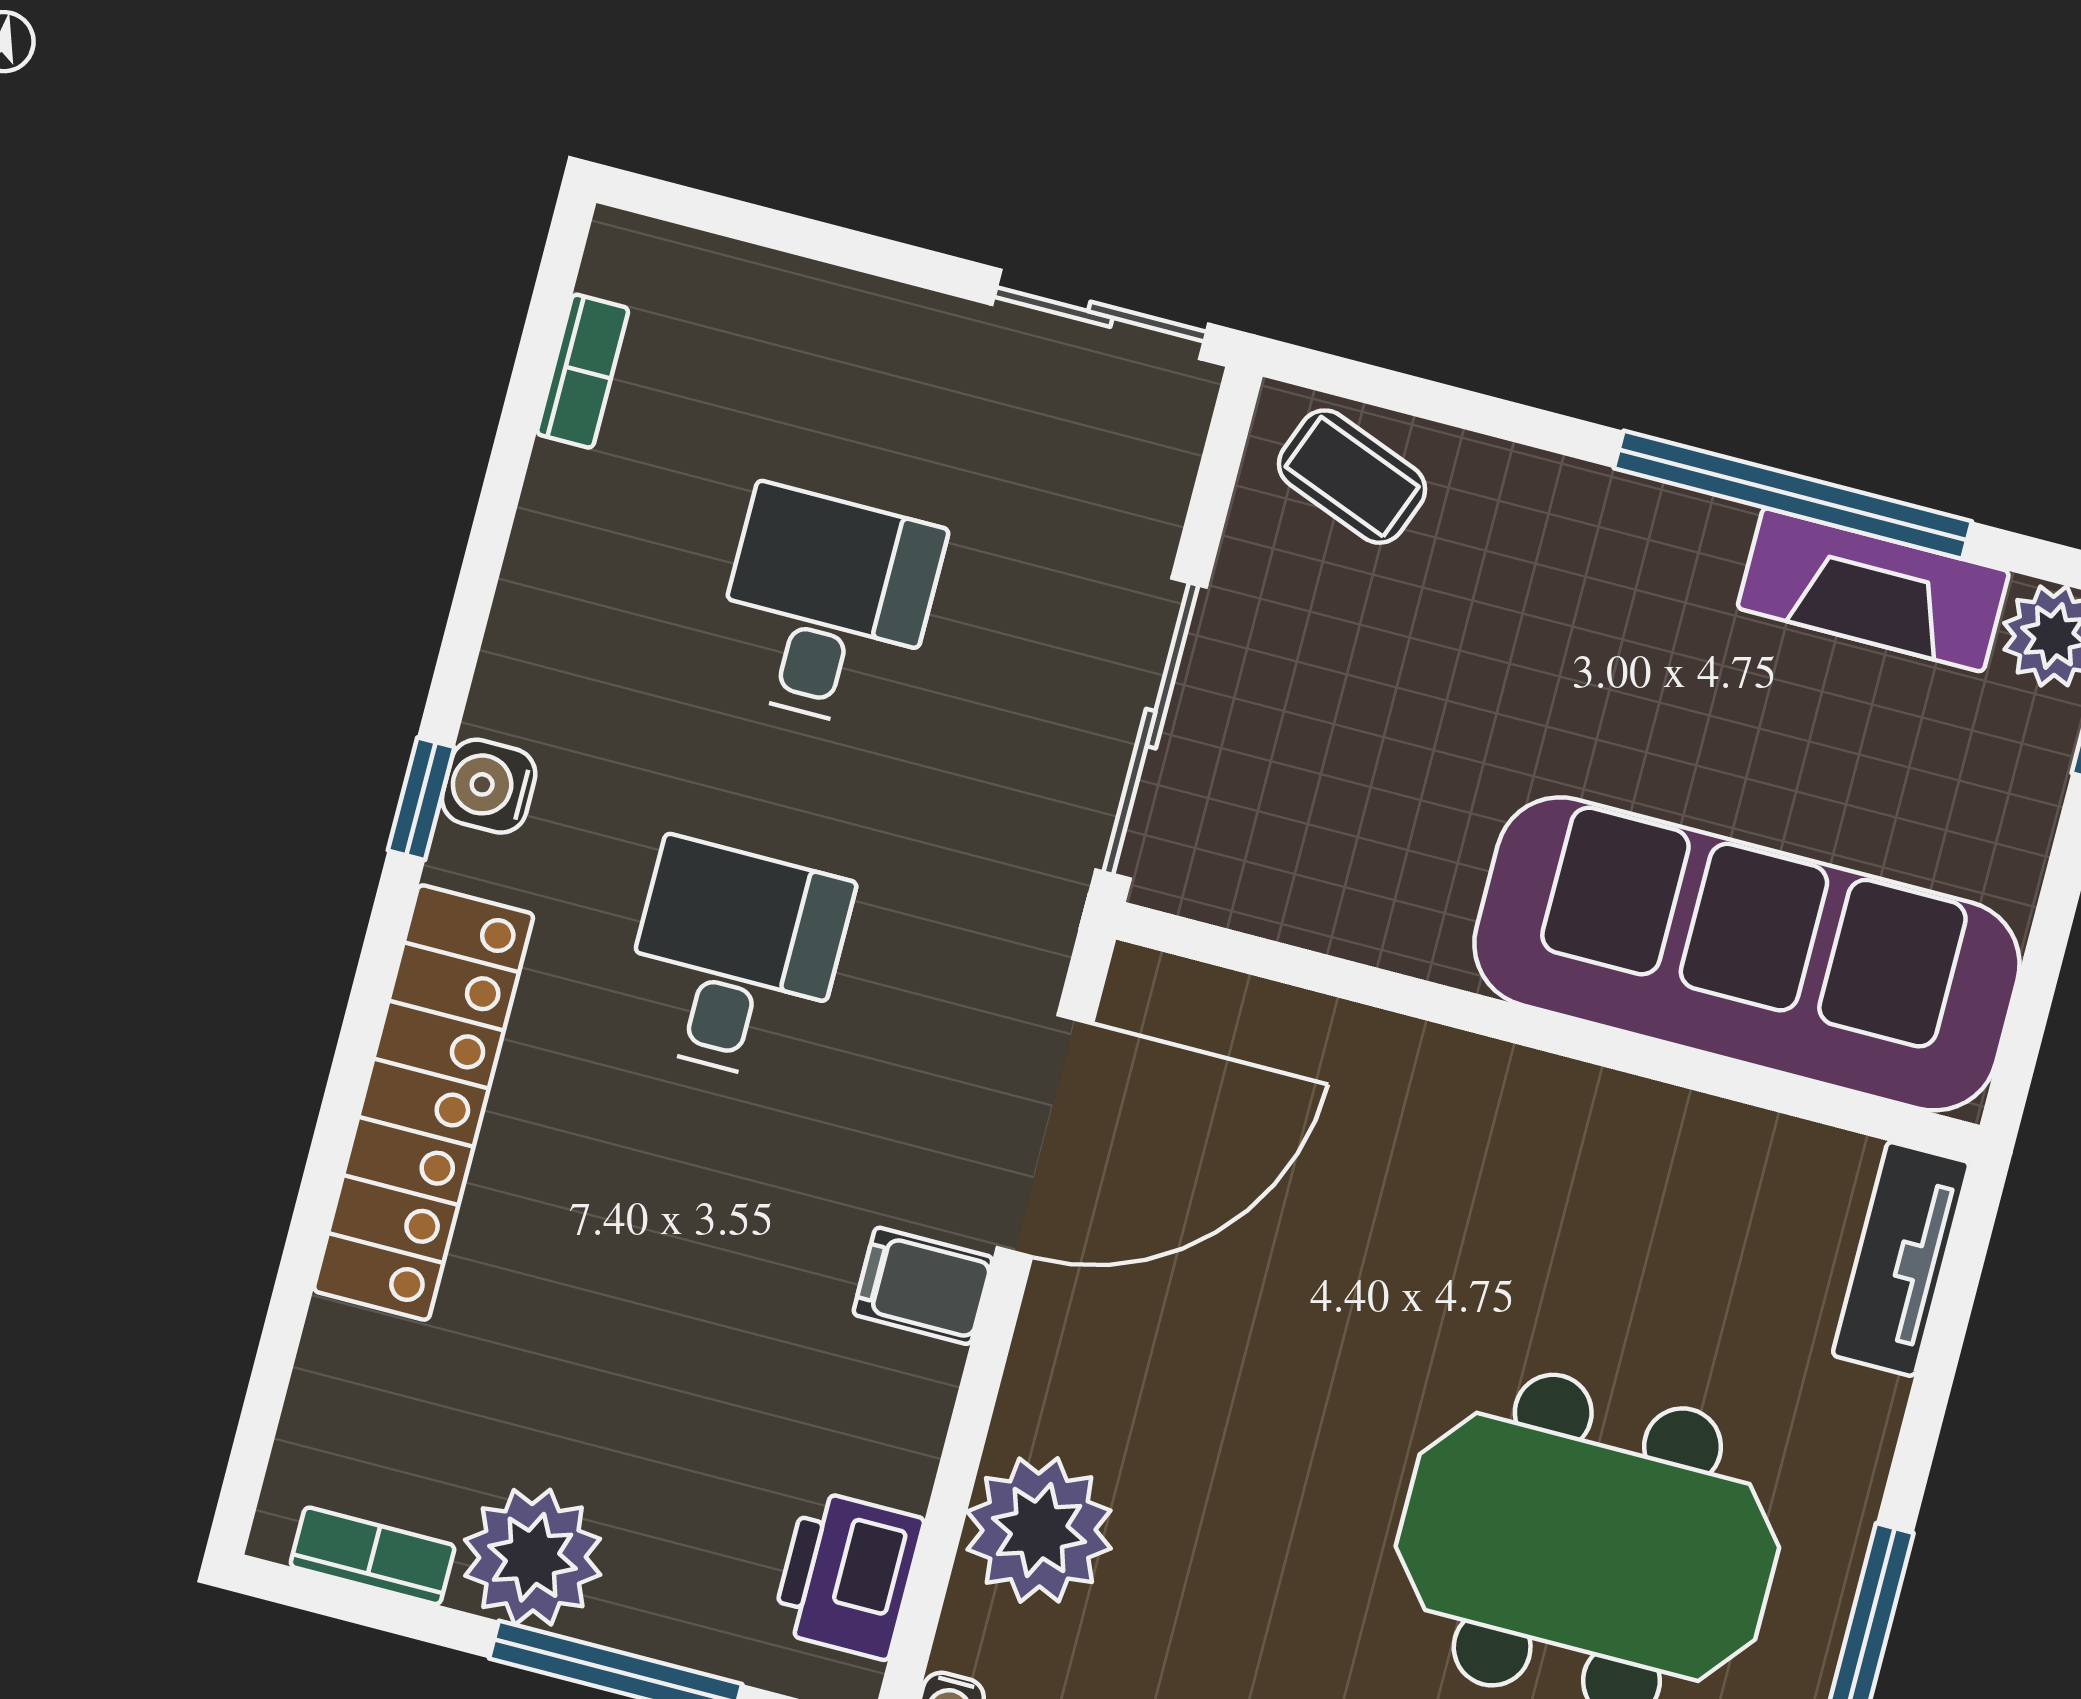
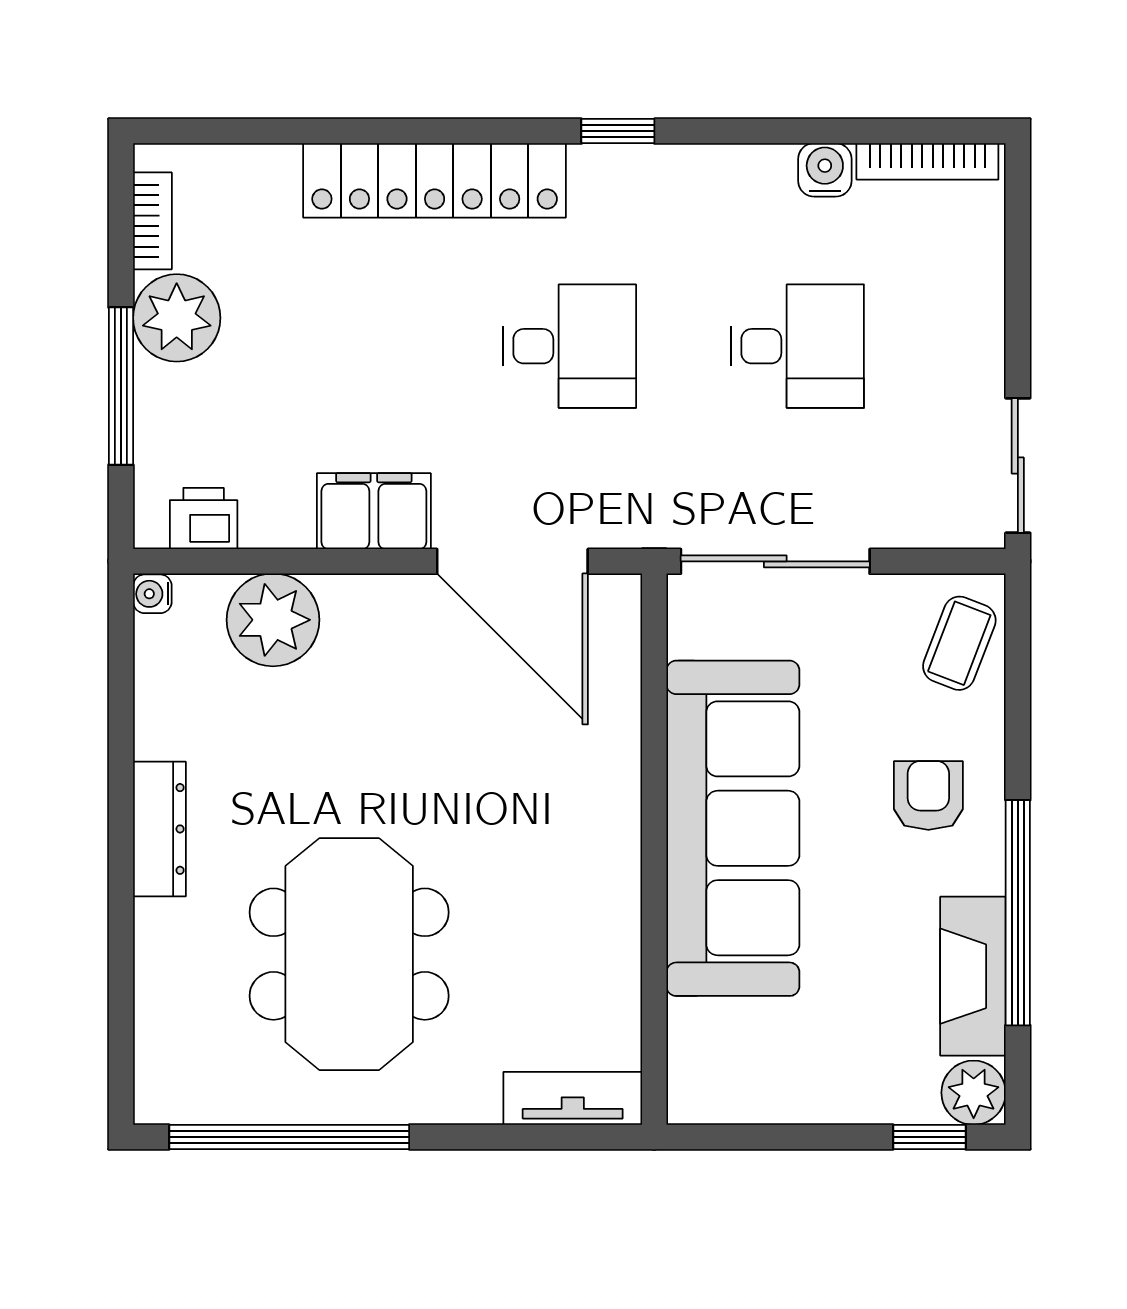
bookcase: (583, 371) -> (927, 161), width x1.56
armchair: (1575, 586) -> (928, 795), added
water cooler: (489, 786) -> (825, 170), moved
sofa: (1747, 954) -> (733, 828), moved
filing cabinet: (923, 1286) -> (374, 511), width x2.00
printer: (848, 1575) -> (204, 518), width x0.73, depth x0.81

